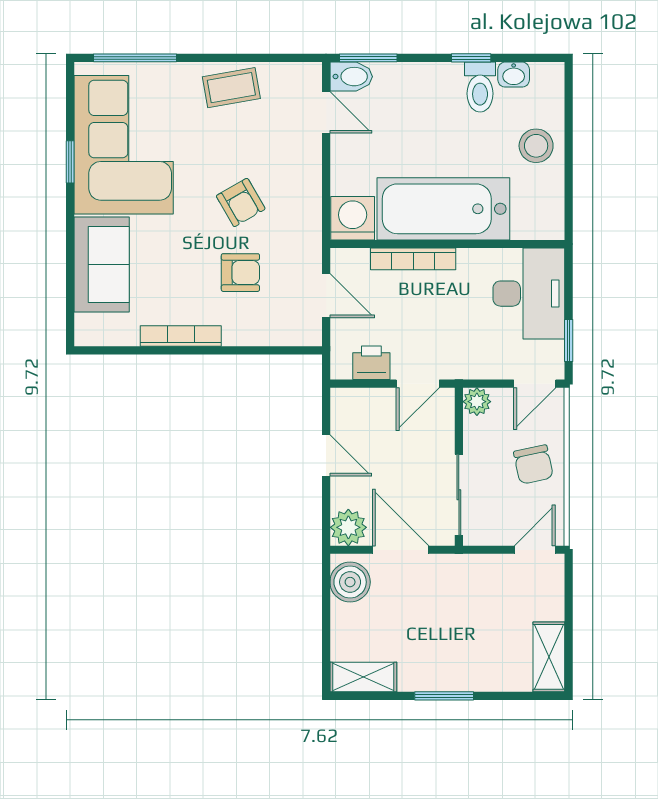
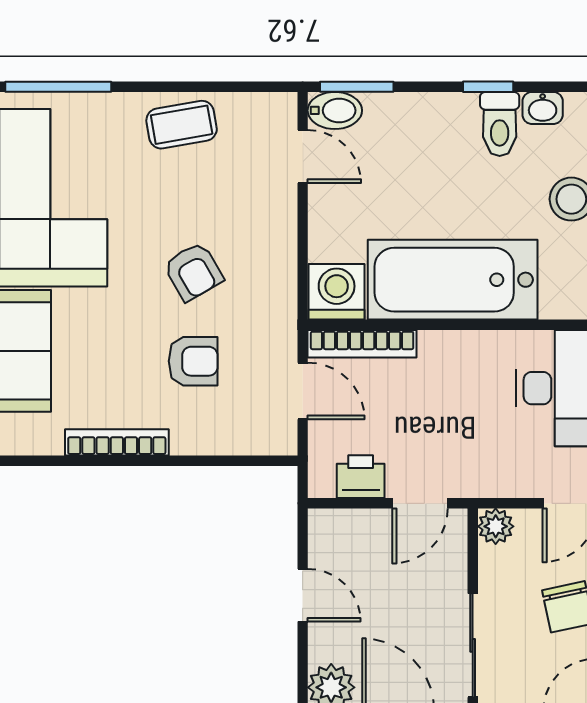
bookcase: (413, 259) -> (362, 344), moved

